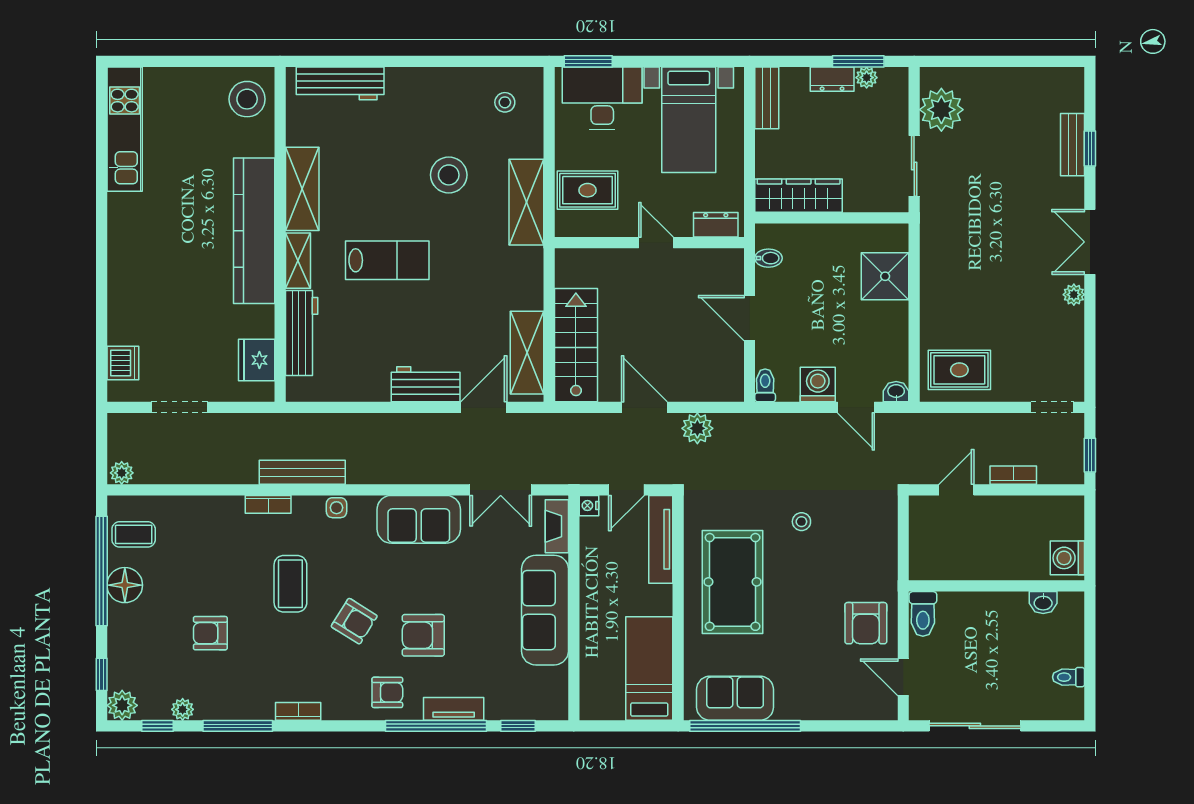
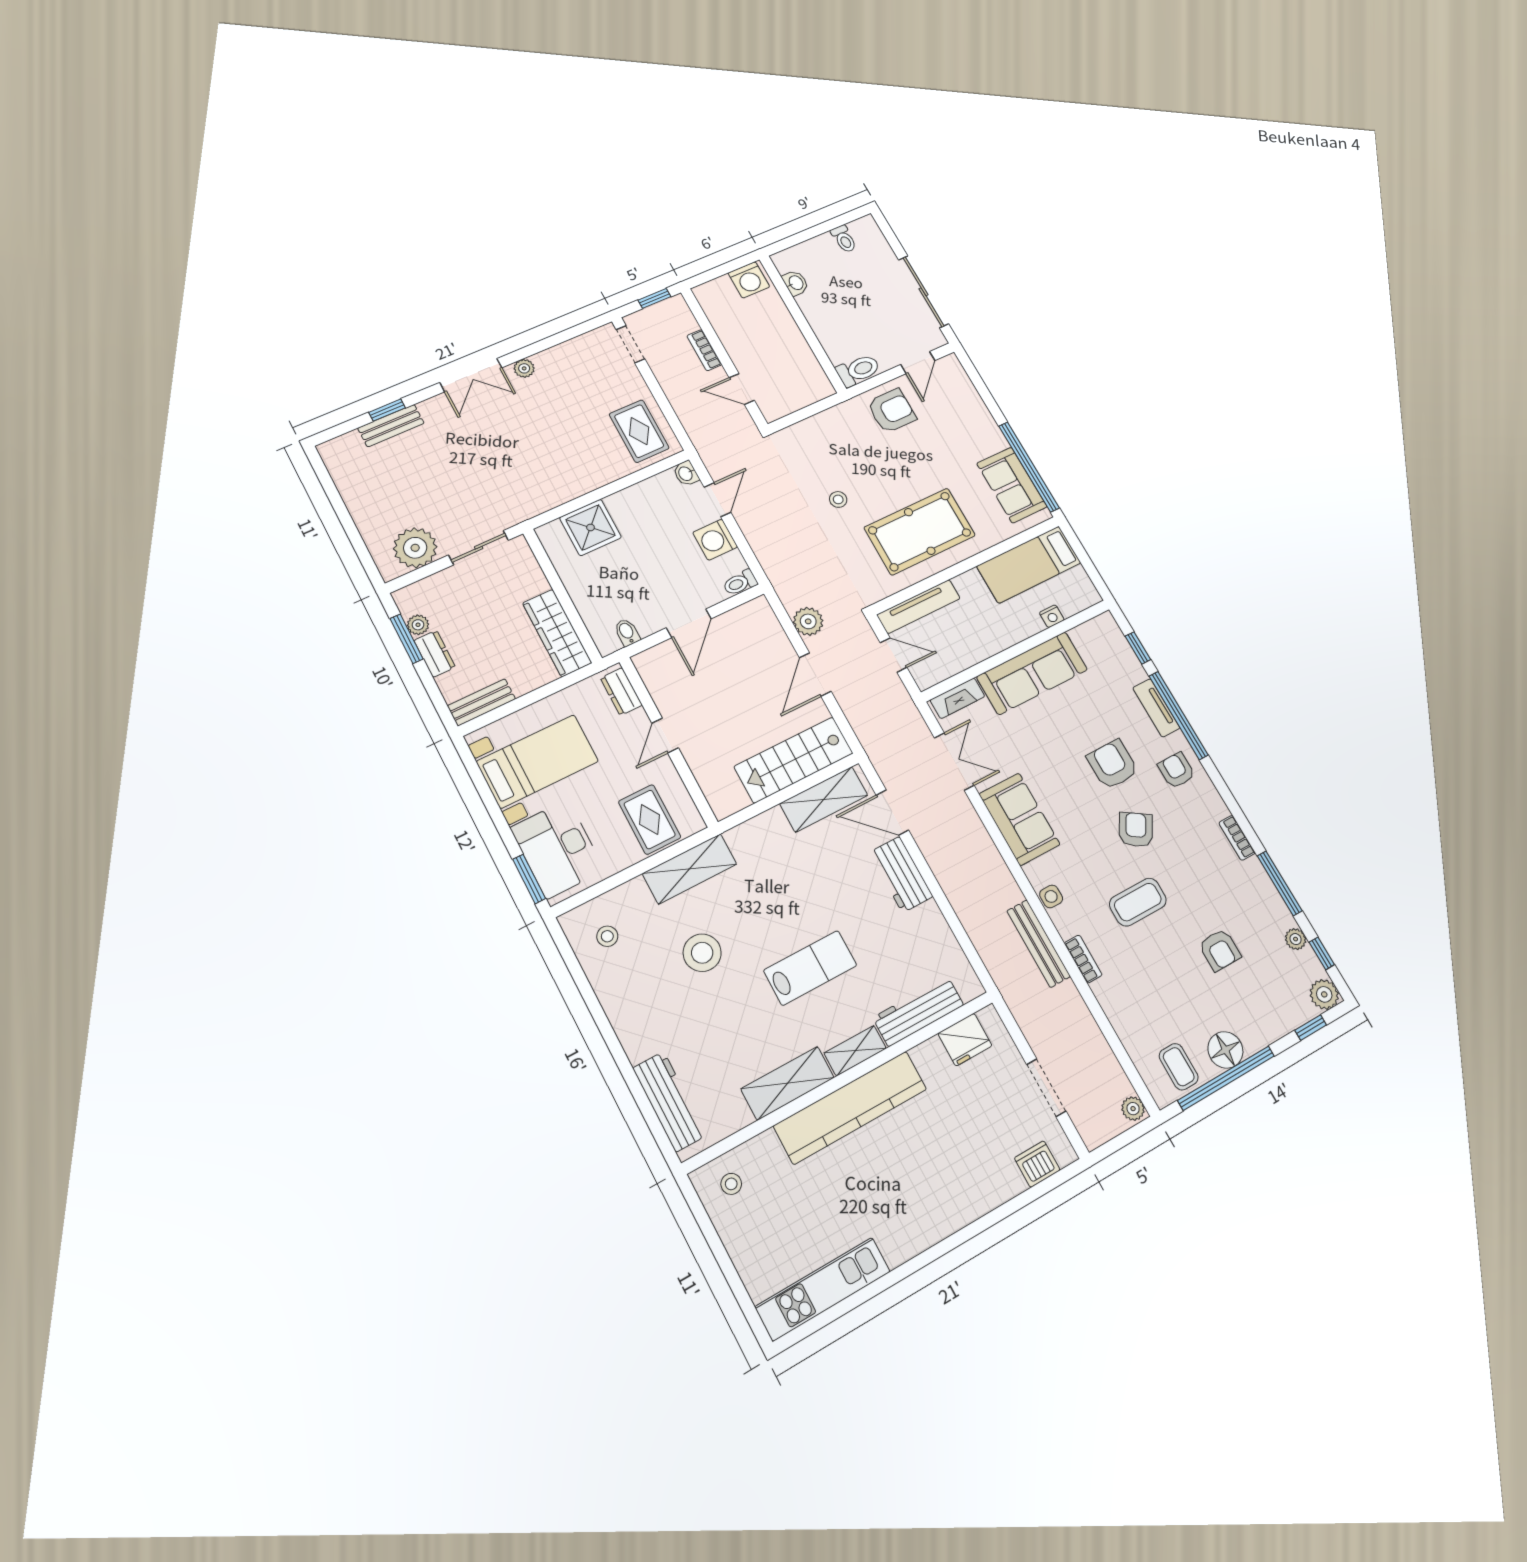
stool: (247, 99) -> (731, 1184), width x0.53, depth x0.53
lab bench: (387, 260) -> (810, 968), turned 90
nightstand: (589, 506) -> (1052, 616), moved
armchair: (423, 635) -> (1113, 764), turned 180

